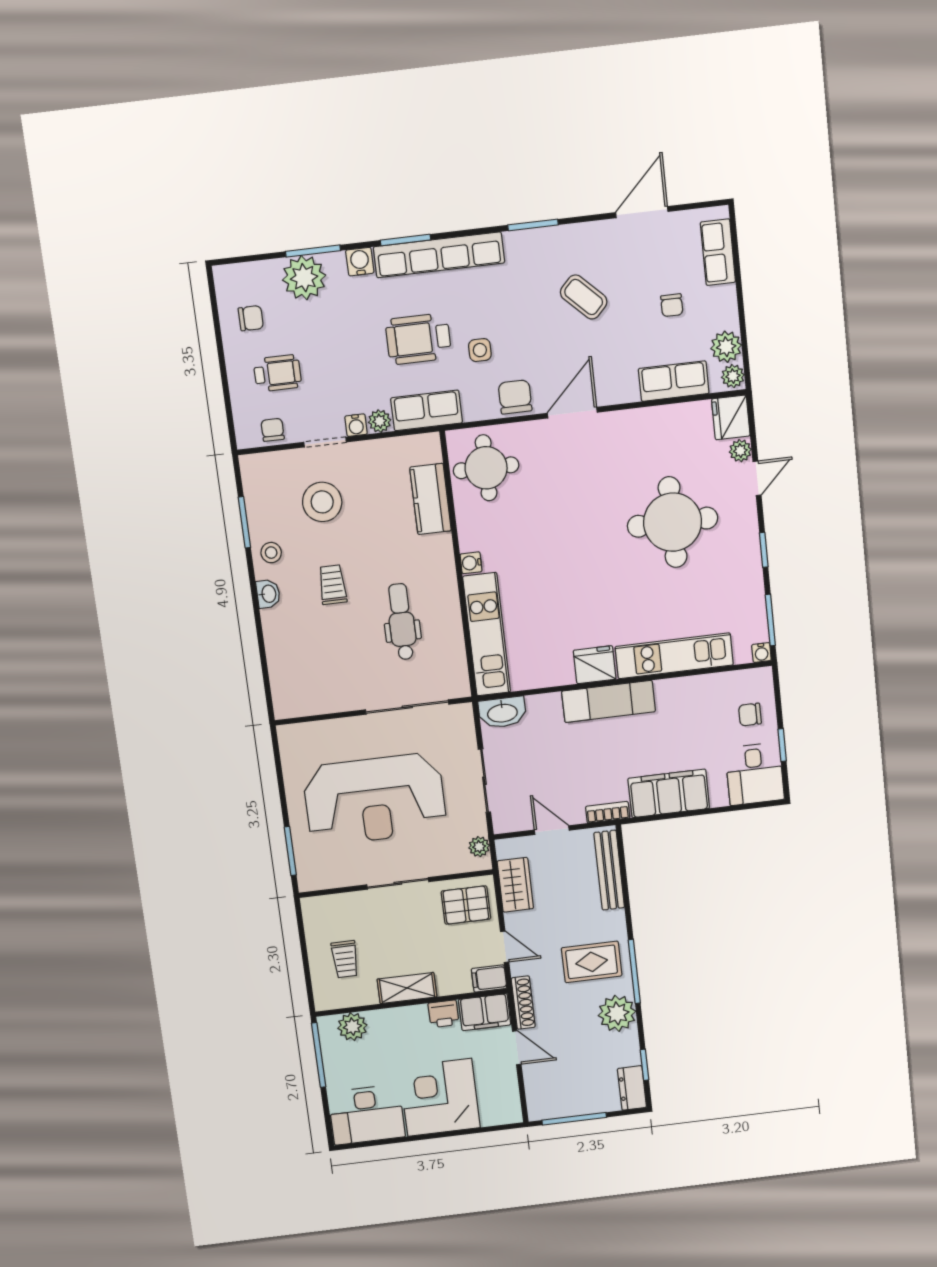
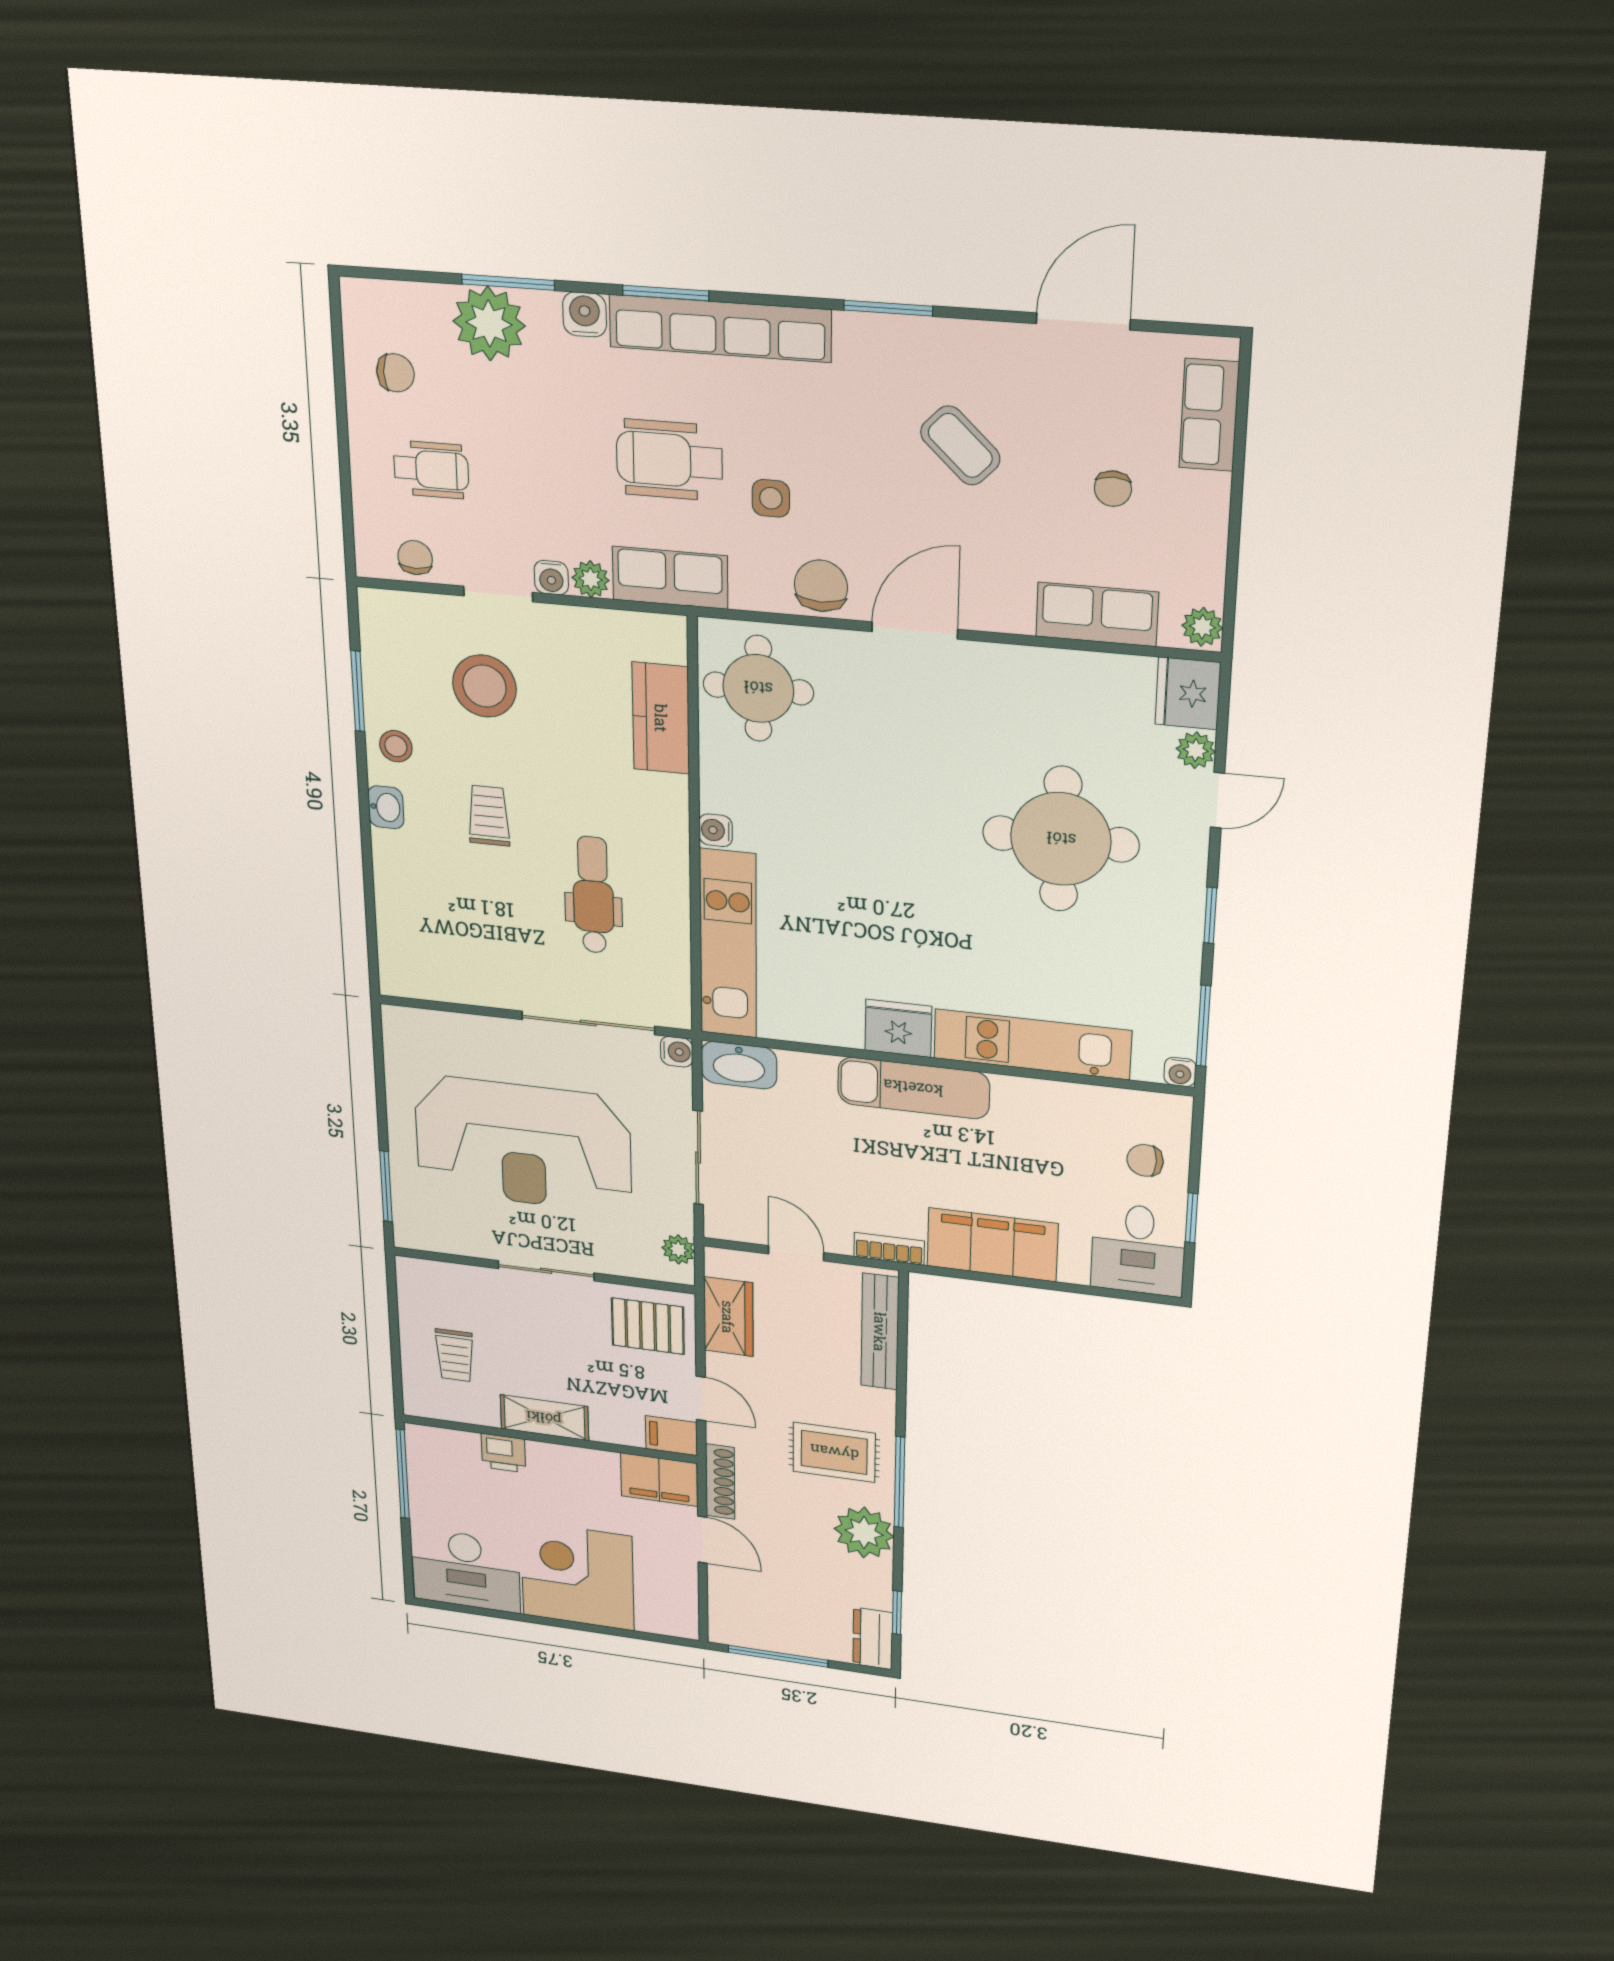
plant: (726, 347) -> (1198, 576), removed
water cooler: (463, 713) -> (677, 1052), added
printer: (443, 1014) -> (503, 1453), moved
plant: (352, 1027) -> (457, 1449), removed

